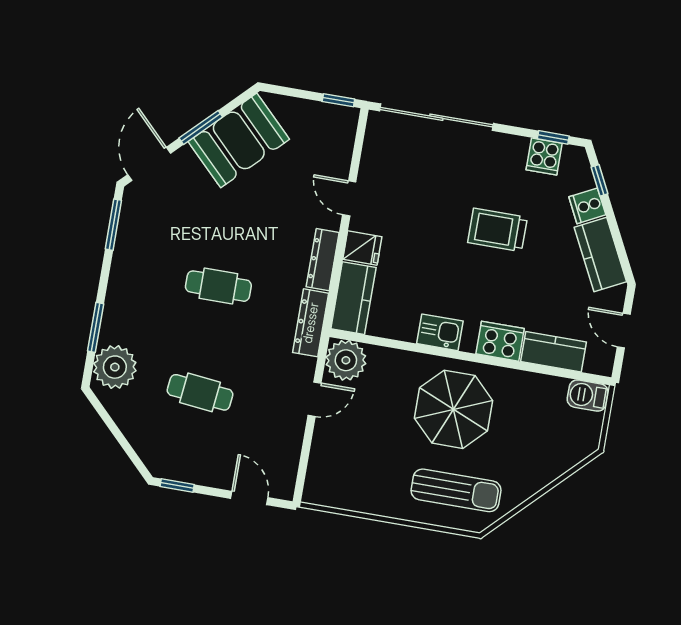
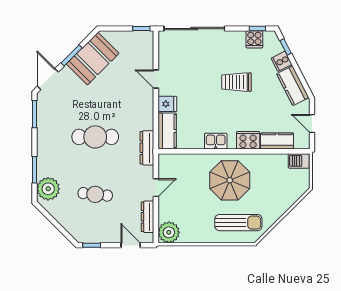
dresser: (323, 260) -> (148, 217), moved
cafe table: (218, 286) -> (95, 137), width x1.37, depth x1.35
plant: (346, 360) -> (169, 232), moved

